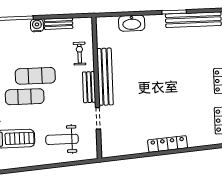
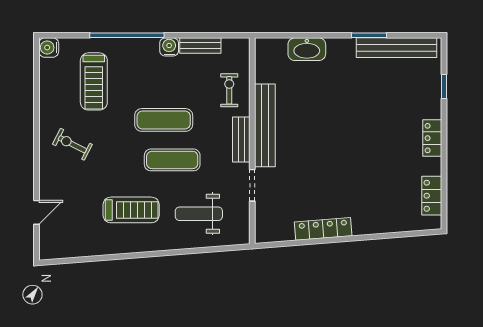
exercise mat: (25, 97) -> (172, 160), moved
locker: (168, 144) -> (323, 229), moved

